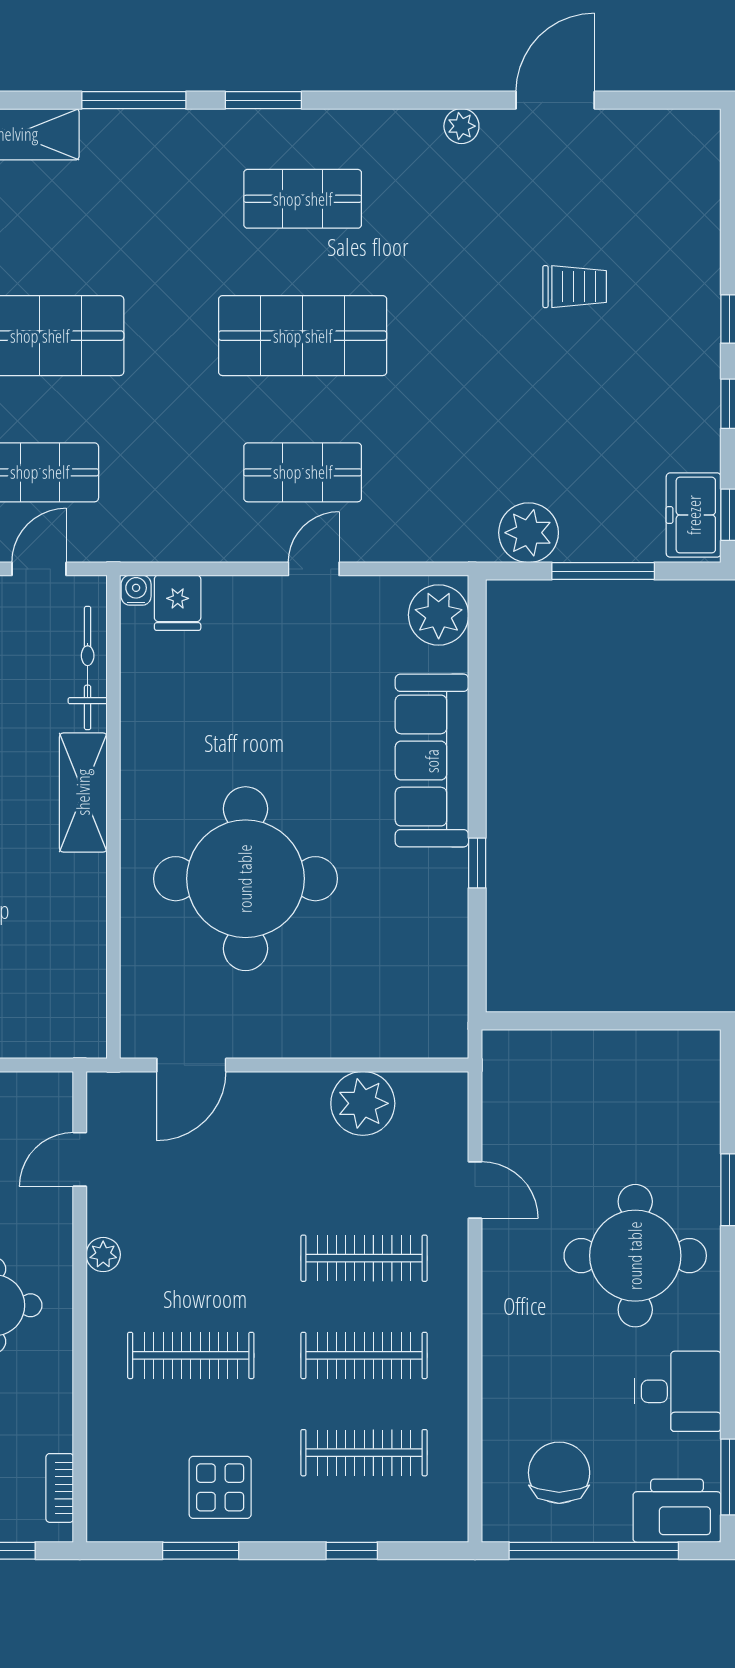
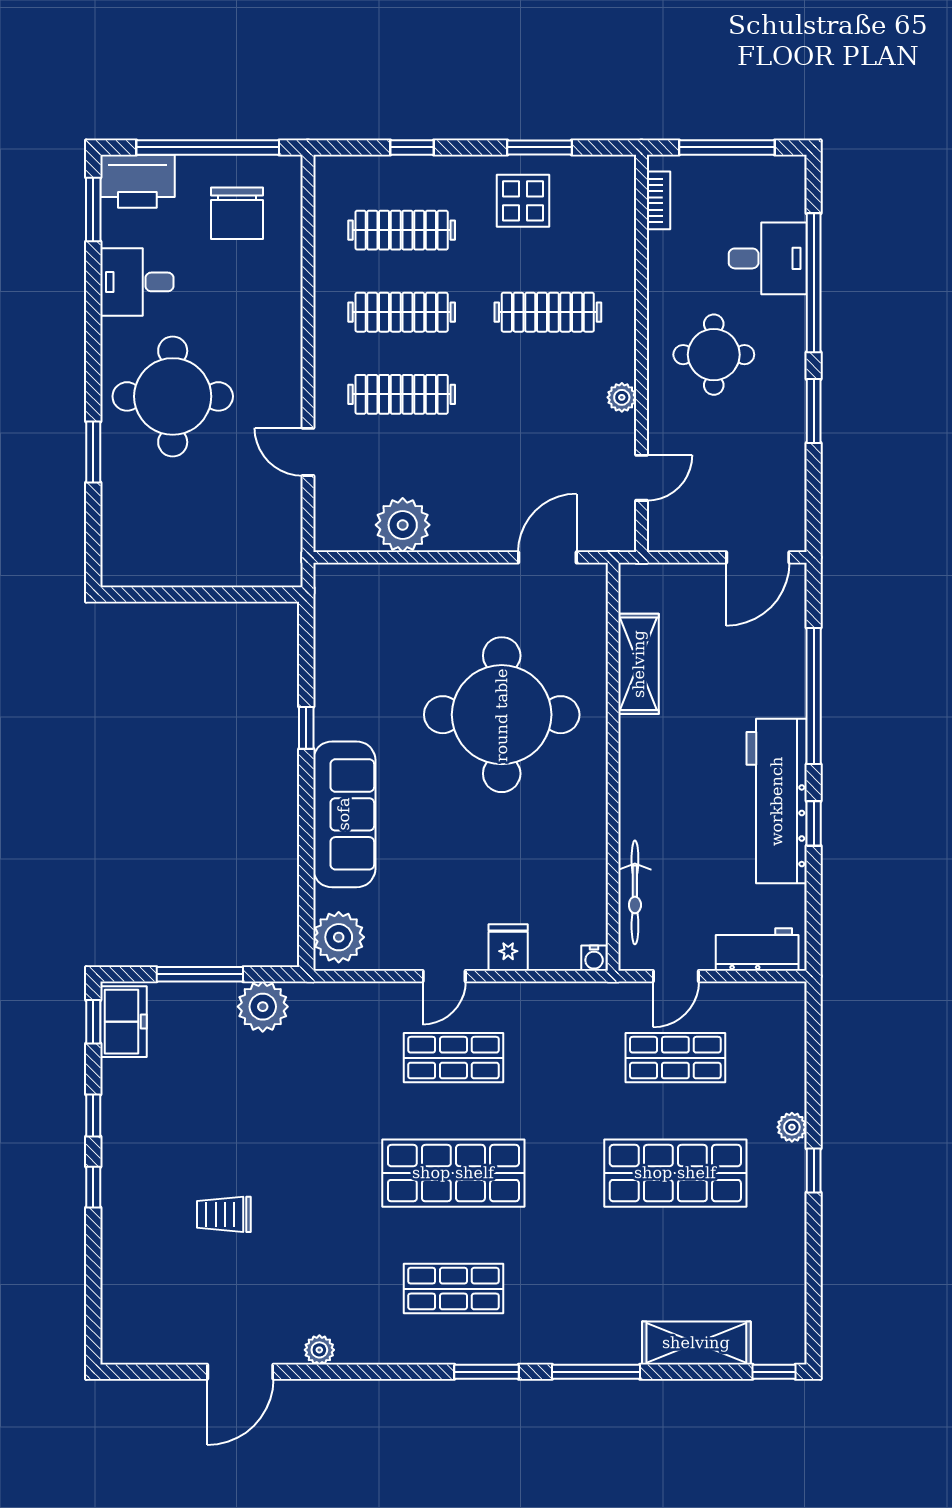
fridge: (178, 603) -> (508, 947), moved
shelving: (83, 792) -> (639, 664), moved

